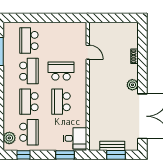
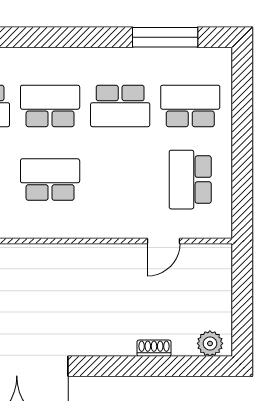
school desk: (61, 71) -> (190, 180), moved, turned 180
plant: (132, 85) -> (210, 343), moved

